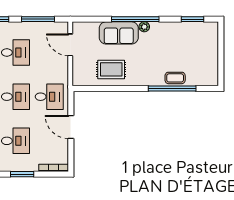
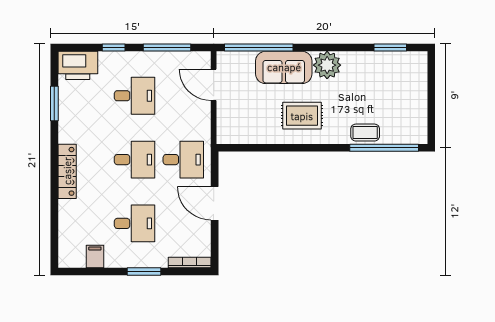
window: (135, 19) -> (259, 48), moved
plant: (144, 27) -> (327, 65), width x1.87, depth x1.87
rug: (111, 69) -> (302, 116), moved
window: (172, 88) -> (384, 148), moved

